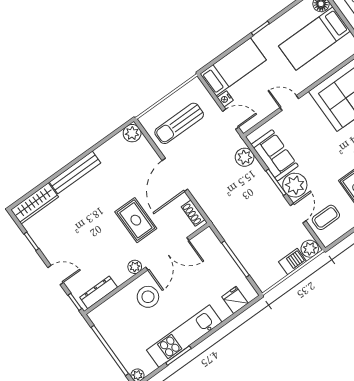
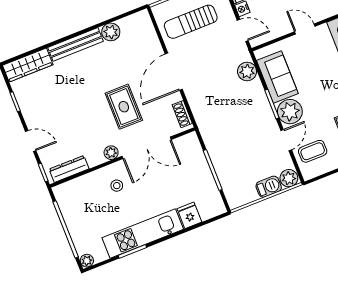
plant: (132, 133) -> (111, 32), moved
stool: (148, 297) -> (117, 186), width x0.53, depth x0.53
fridge: (235, 300) -> (189, 215), moved

